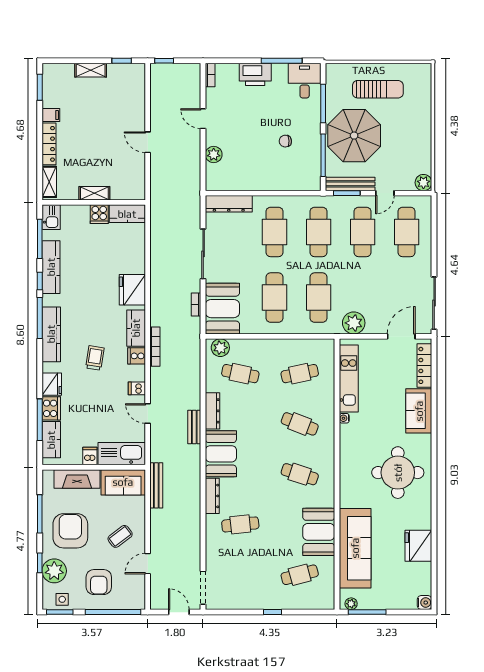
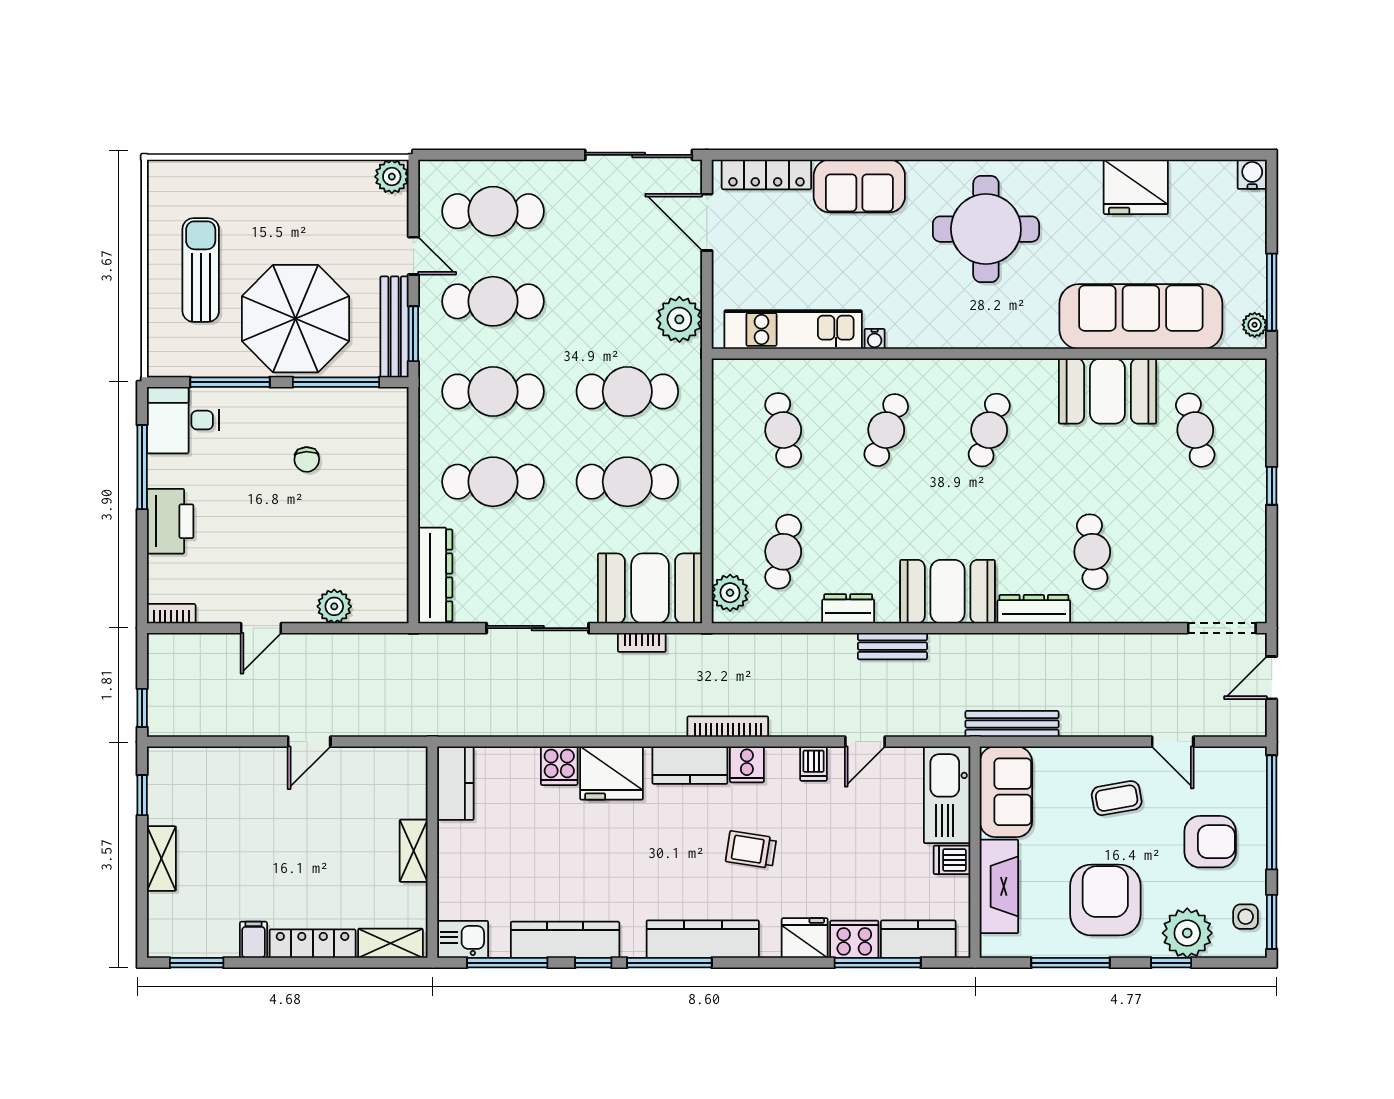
cooker: (99, 214) -> (559, 766), moved, turned 90
dresser: (212, 411) -> (848, 609), width x0.70
armchair: (70, 531) -> (1105, 900), turned 90
coffee table: (120, 536) -> (1117, 798), turned -63

